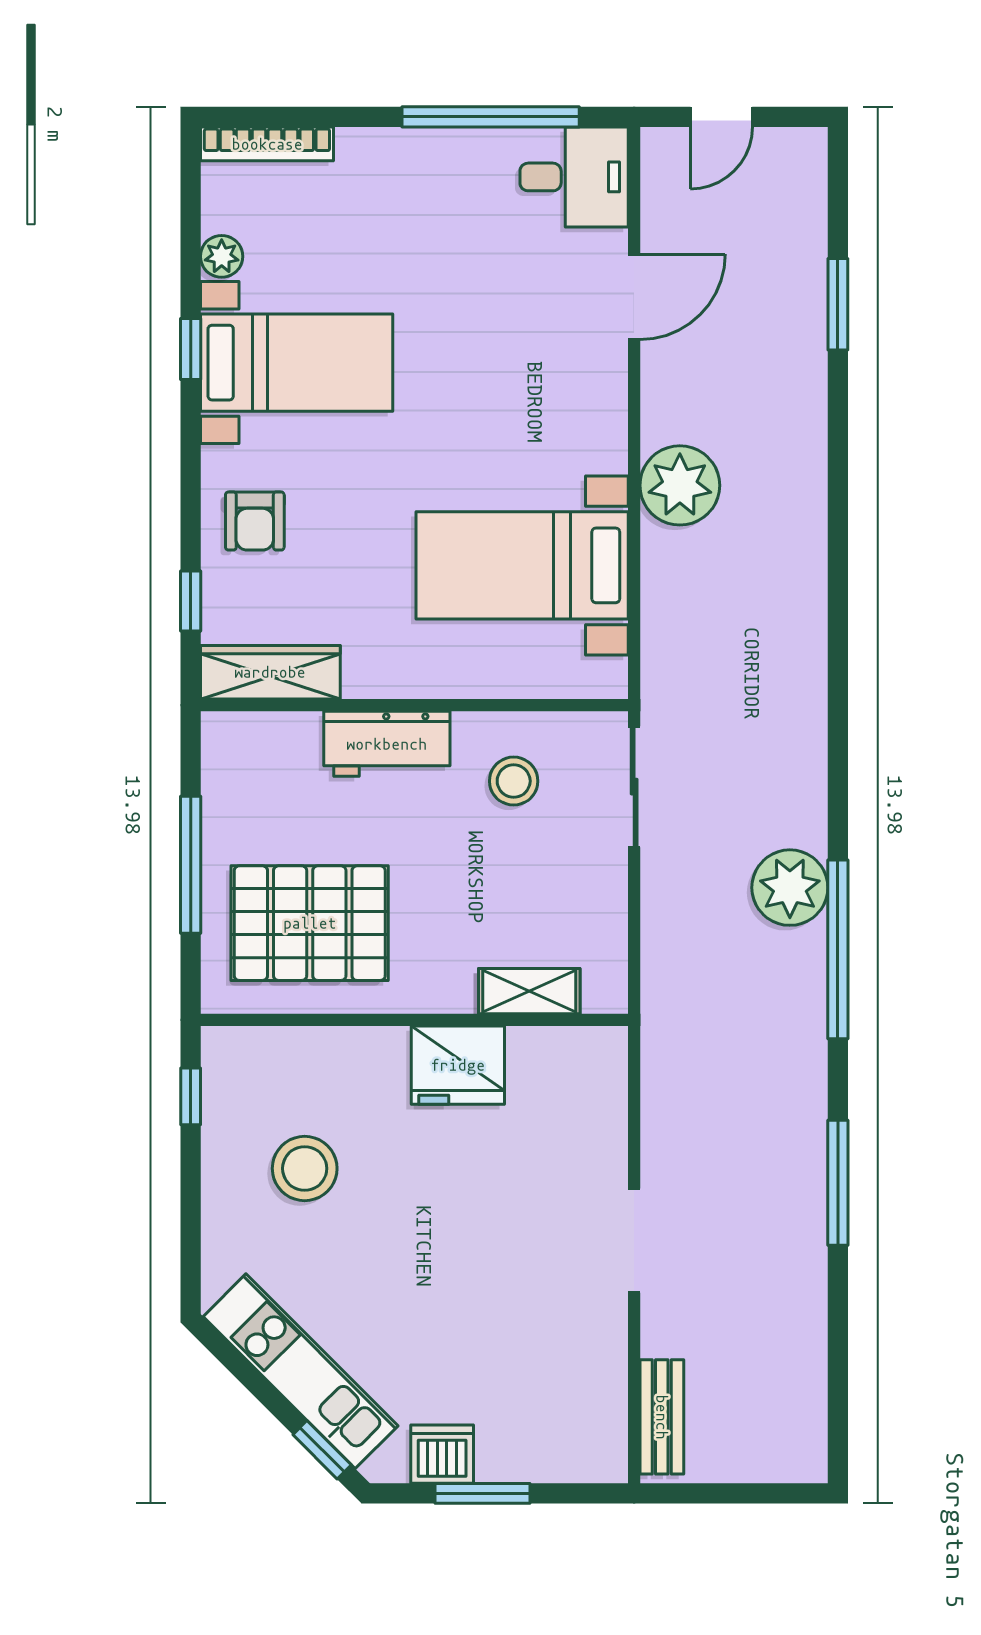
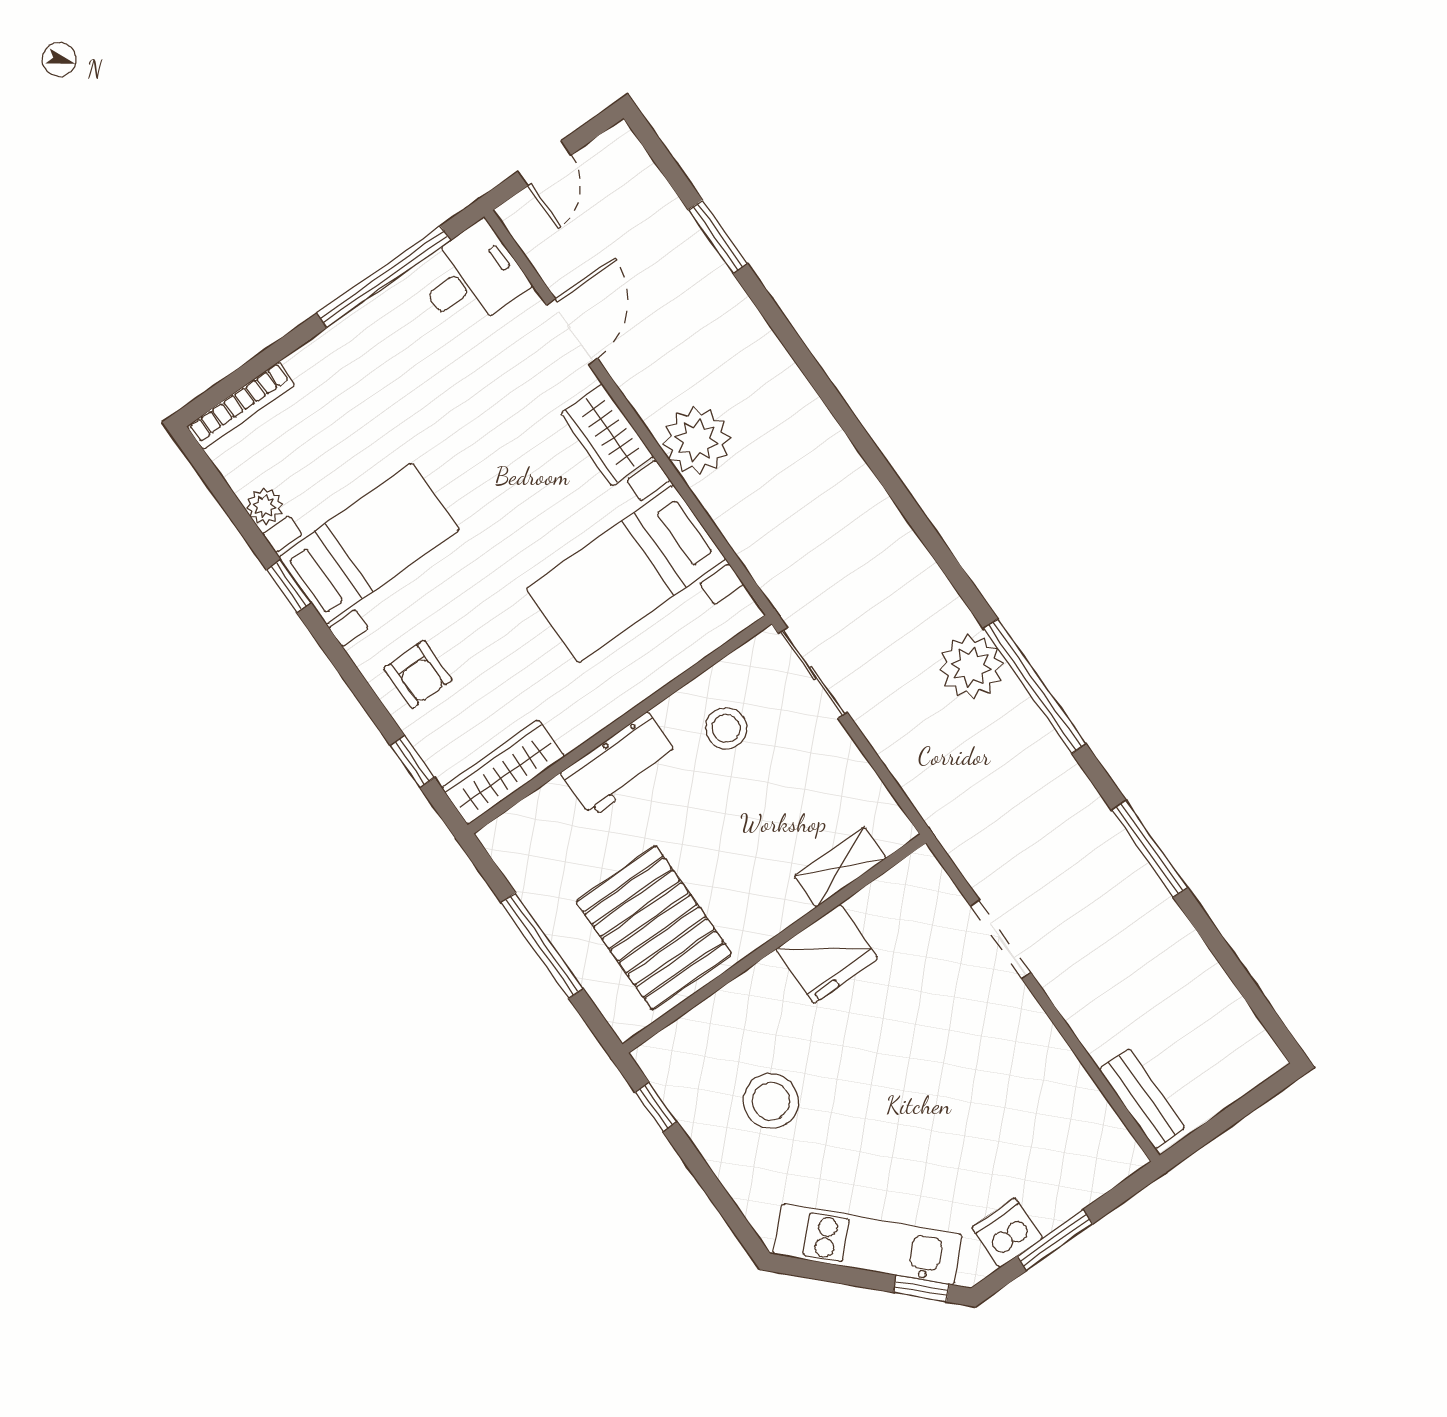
wardrobe: (598, 420) -> (607, 435), added
pallet: (310, 923) -> (654, 928), turned 90
doorway: (634, 1241) -> (1001, 939), moved

